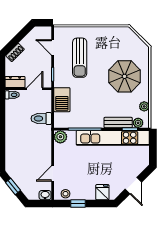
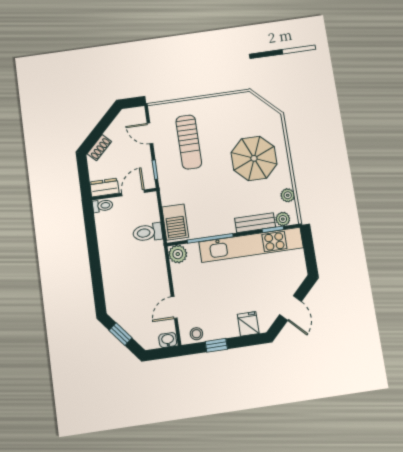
barbecue: (62, 100) -> (175, 222), moved

